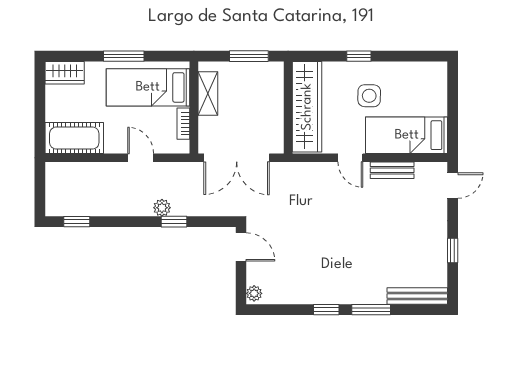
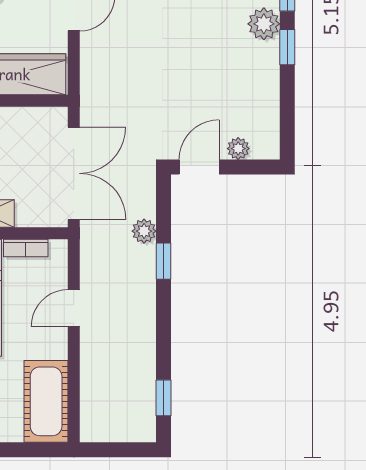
plant: (162, 208) -> (144, 231), moved
plant: (254, 293) -> (238, 149), moved
plant: (343, 293) -> (264, 24), added

